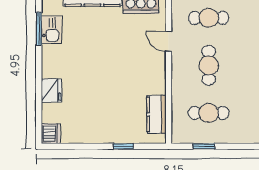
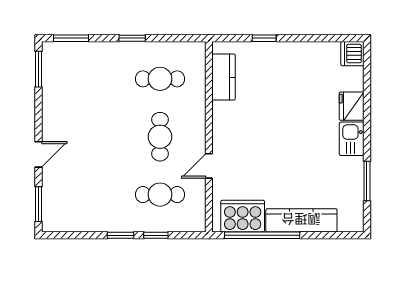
kitchen sink: (51, 30) -> (352, 139), moved
door: (169, 41) -> (209, 166), swing flipped
window: (204, 146) -> (132, 38), moved

